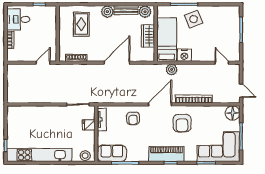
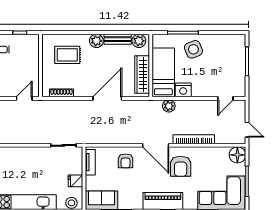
rug: (81, 24) -> (67, 55), turned 90
wardrobe: (148, 36) -> (142, 74), width x1.50
door: (222, 63) -> (225, 98), swing flipped
door: (160, 104) -> (156, 145), swing flipped
fridge: (89, 125) -> (75, 181), moved

